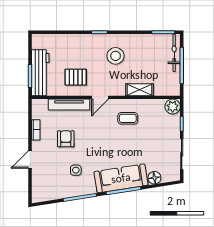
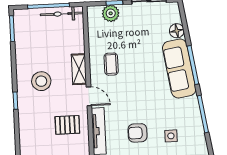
bicycle: (174, 53) -> (62, 14), moved
pallet: (76, 77) -> (67, 125), turned 90
shelving: (139, 90) -> (79, 69), moved
plant: (173, 107) -> (111, 13), moved
side table: (76, 170) -> (171, 136), moved

